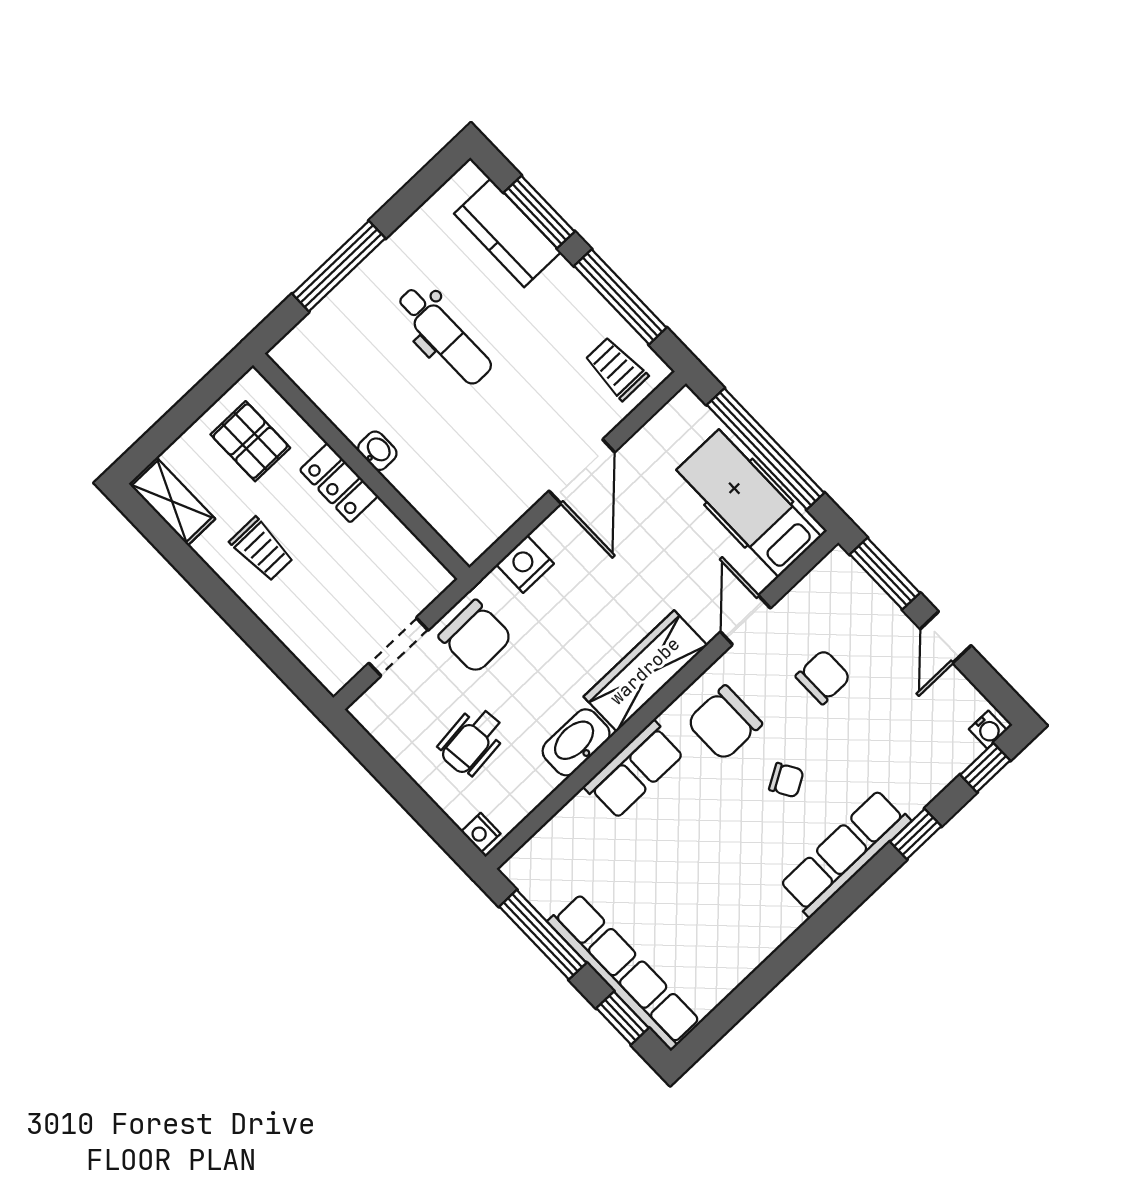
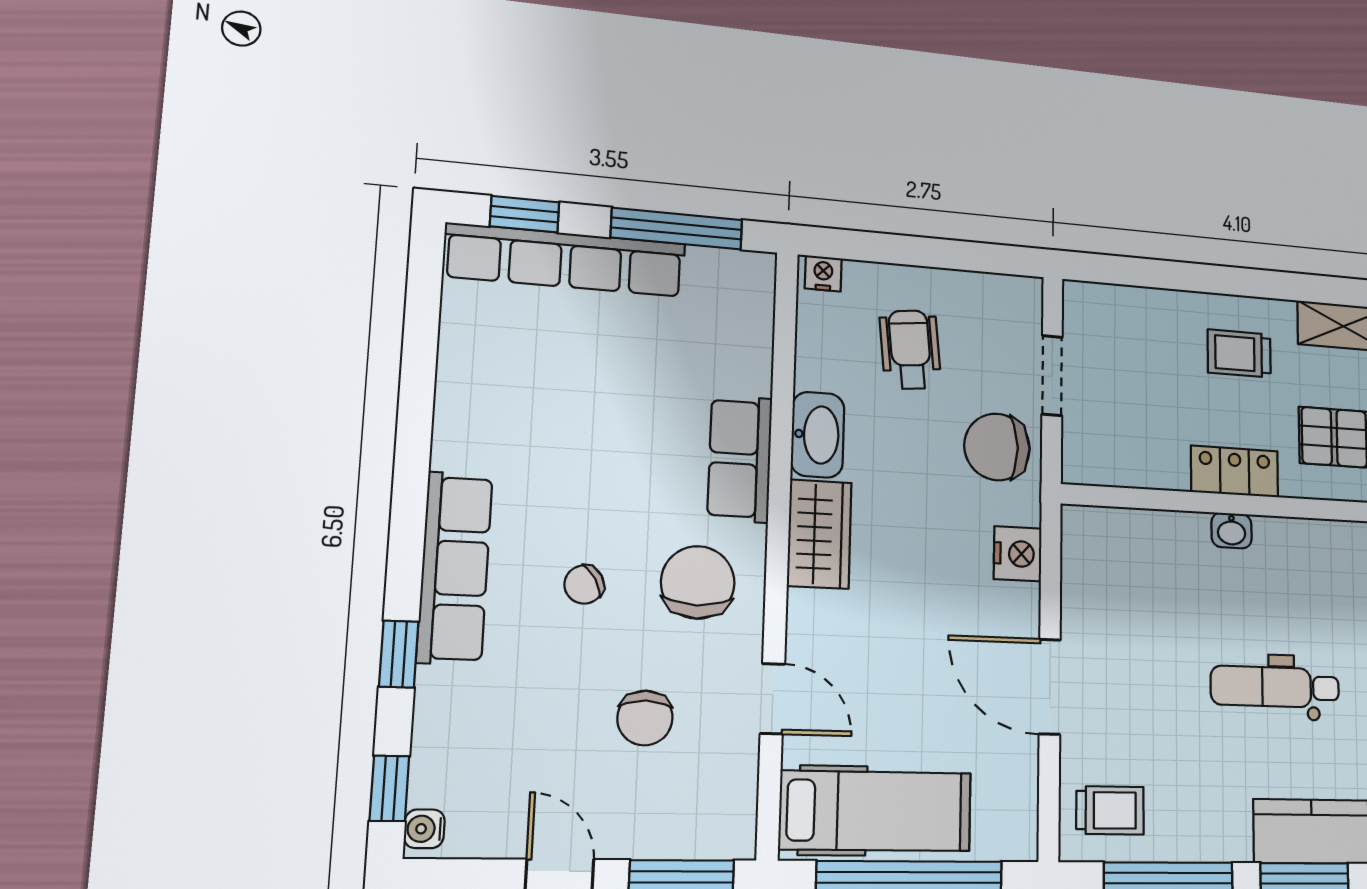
wardrobe: (645, 671) -> (819, 534), width x0.67

